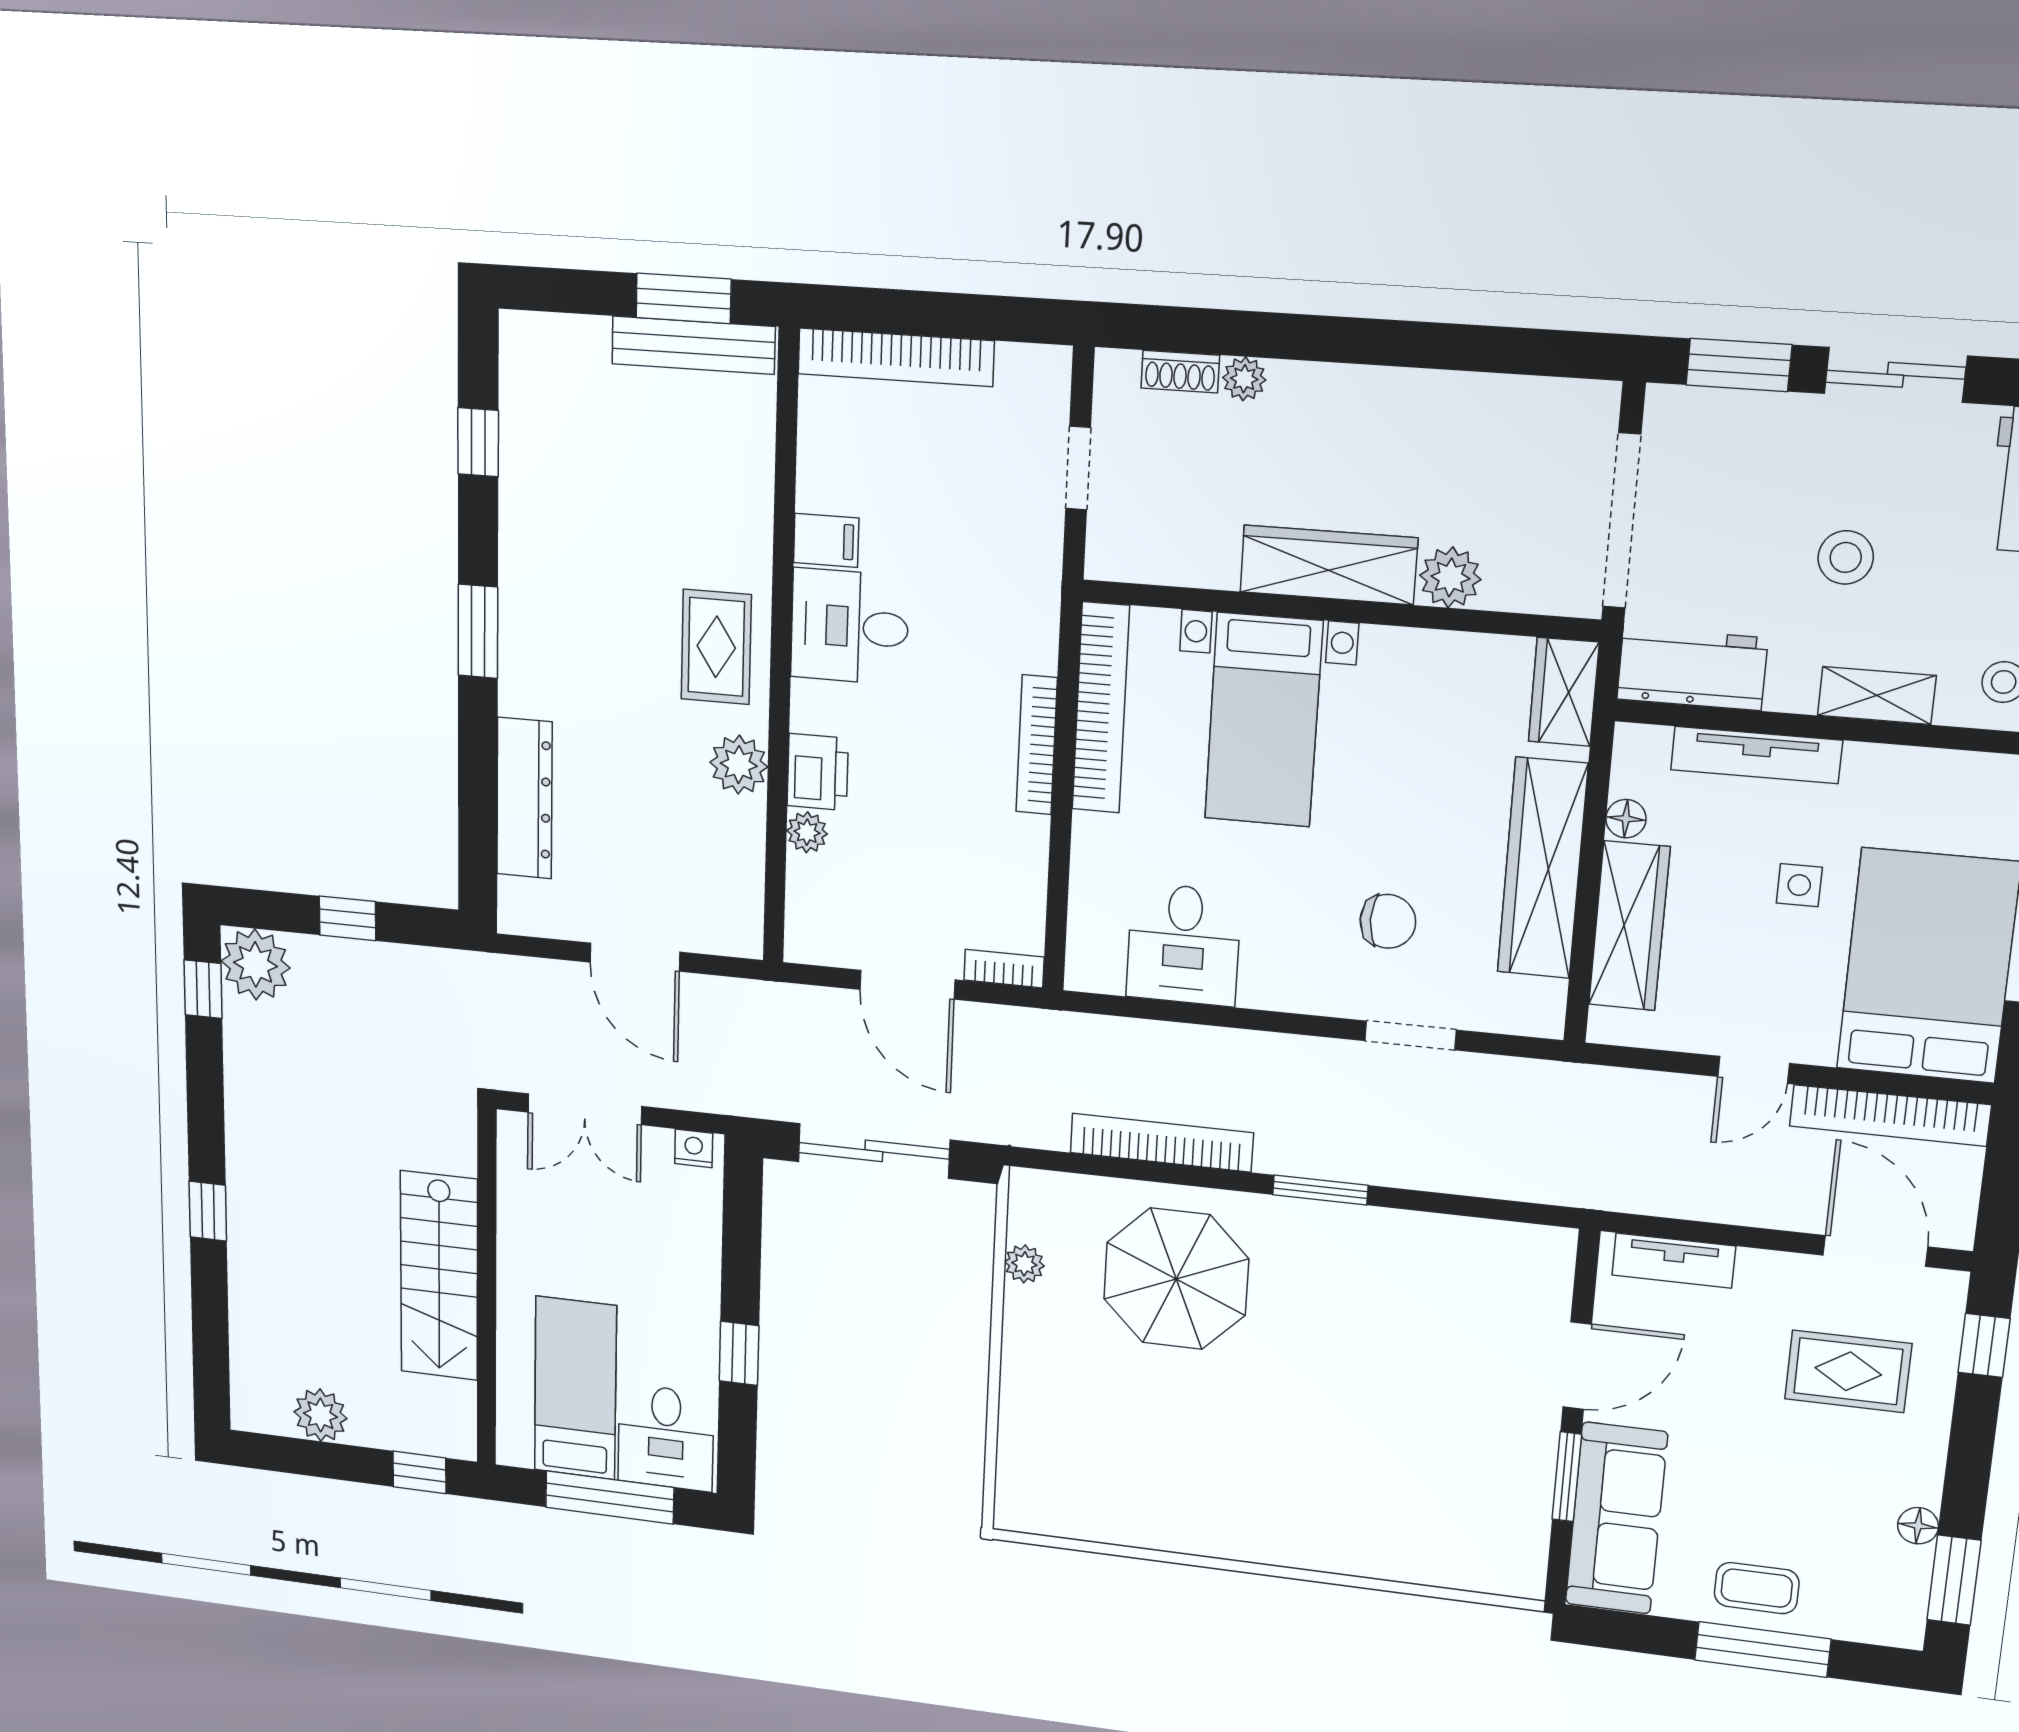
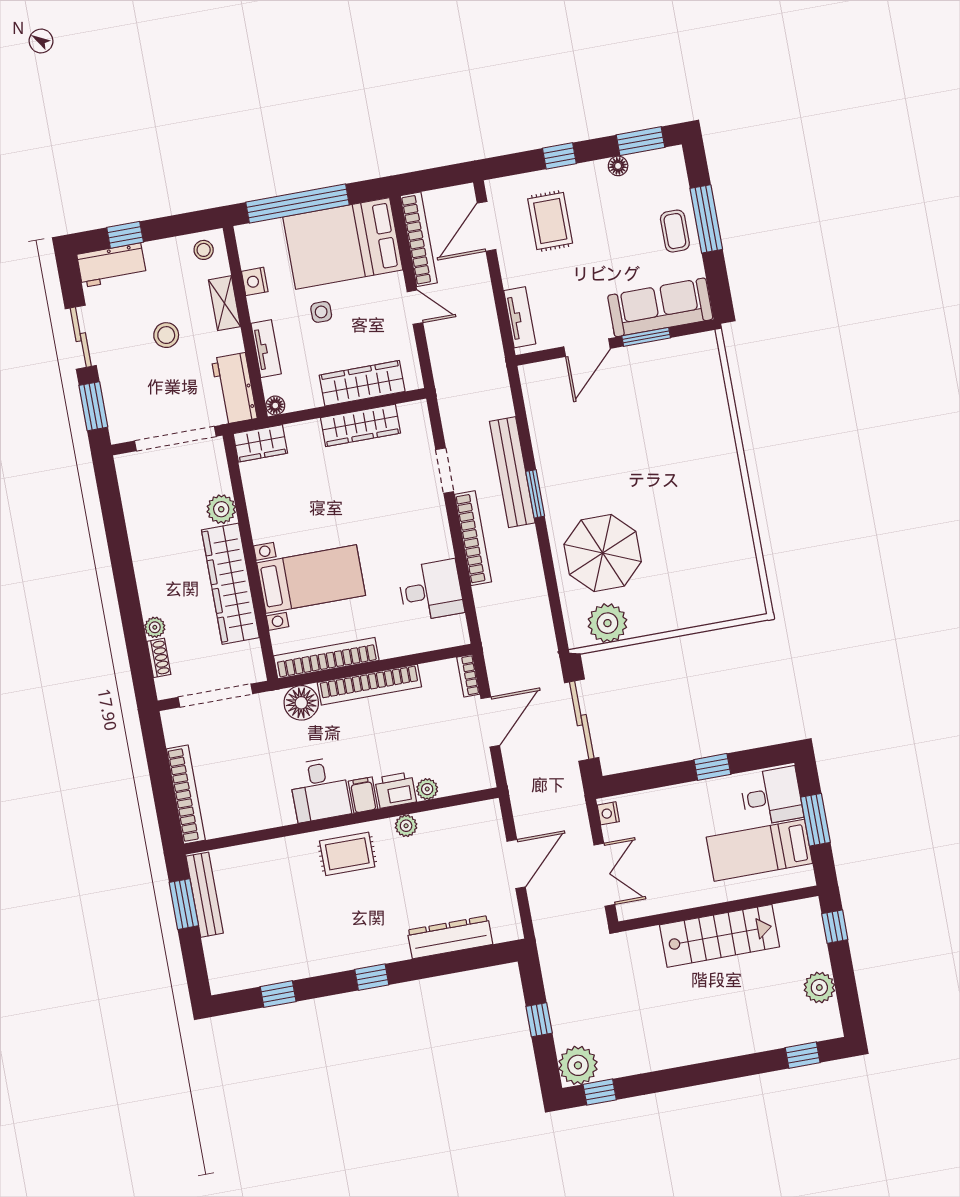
doorway: (1078, 468) -> (215, 696), width x1.87
filing cabinet: (826, 540) -> (363, 795), moved
wardrobe: (1329, 565) -> (230, 584), width x1.40, depth x1.17
window: (478, 631) -> (372, 977), width x0.67
floor lamp: (1025, 635) -> (301, 703), added
bookcase: (1037, 745) -> (369, 685), width x1.48, depth x1.31
tv unit: (1756, 755) -> (266, 349), width x0.71
plant: (739, 765) -> (406, 826), width x0.73, depth x0.73
nightstand: (1904, 769) -> (255, 281), added
floor lamp: (1626, 819) -> (275, 406), moved
wardrobe: (1543, 868) -> (360, 425), width x0.71, depth x0.85
chair: (1388, 921) -> (392, 496), removed
bookcase: (1162, 1143) -> (473, 538), moved, turned 180
bench: (1374, 1160) -> (512, 472), added
window: (208, 1211) -> (803, 1055), moved
plant: (1024, 1264) -> (607, 623), width x1.87, depth x1.87
window: (1984, 1345) -> (559, 156), moved
door: (1577, 1366) -> (587, 348), swing flipped
window: (610, 1497) -> (815, 820), width x0.69

